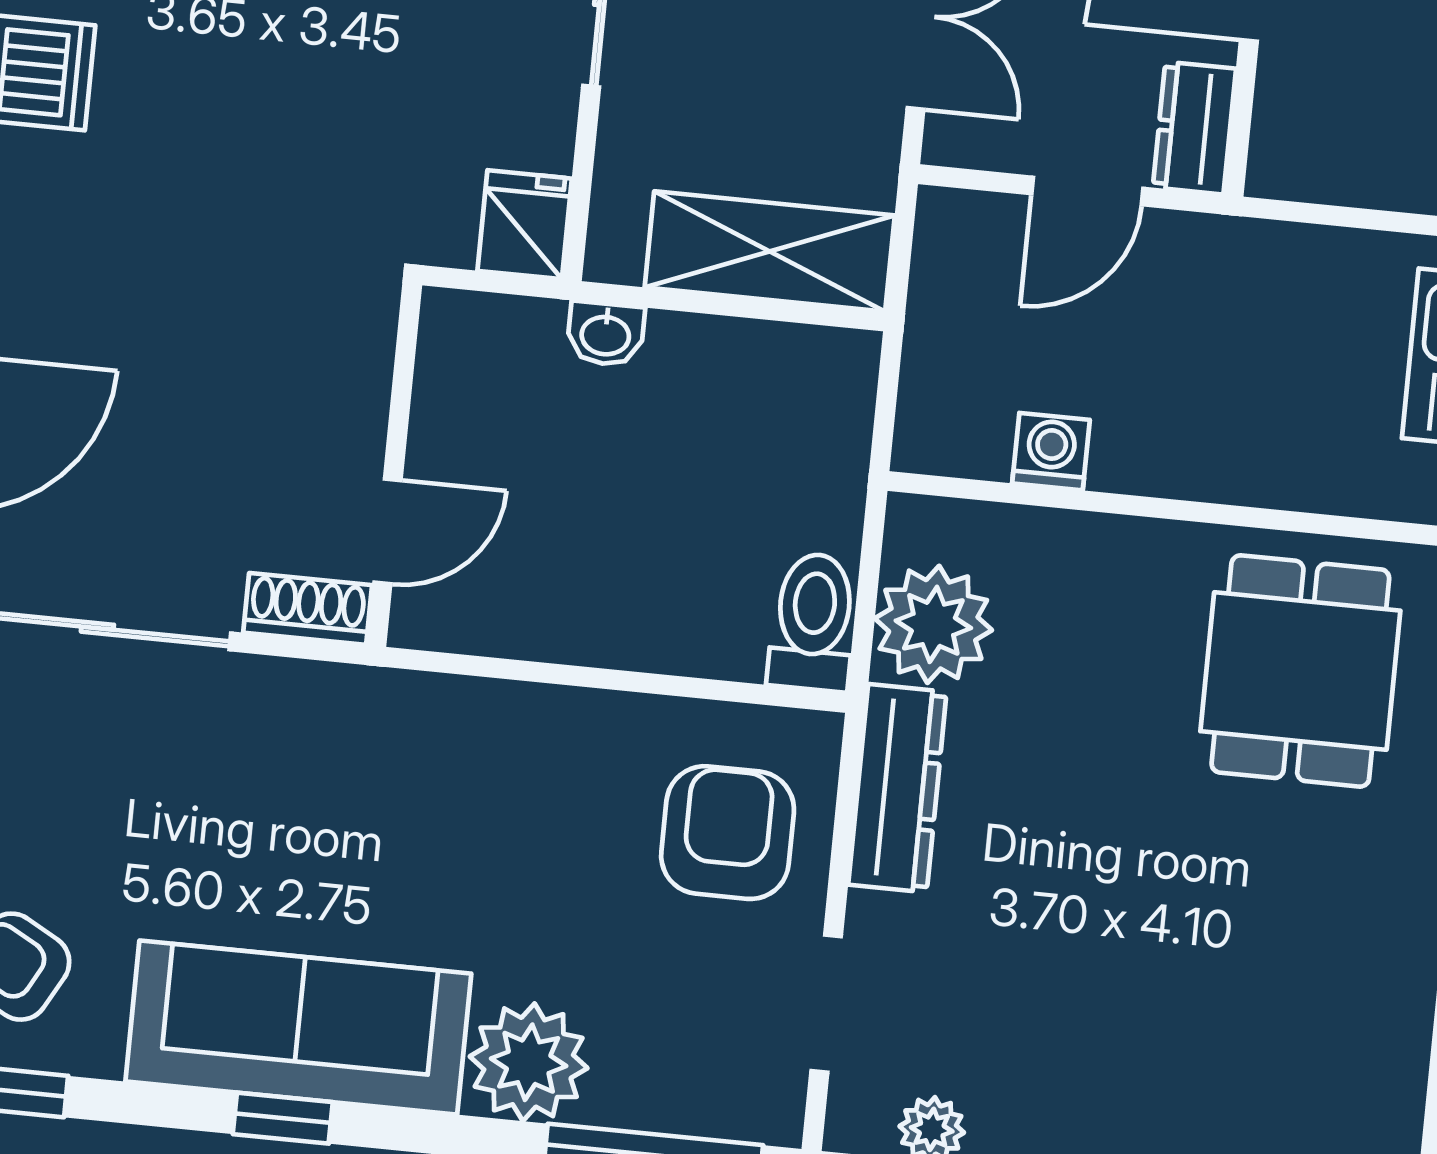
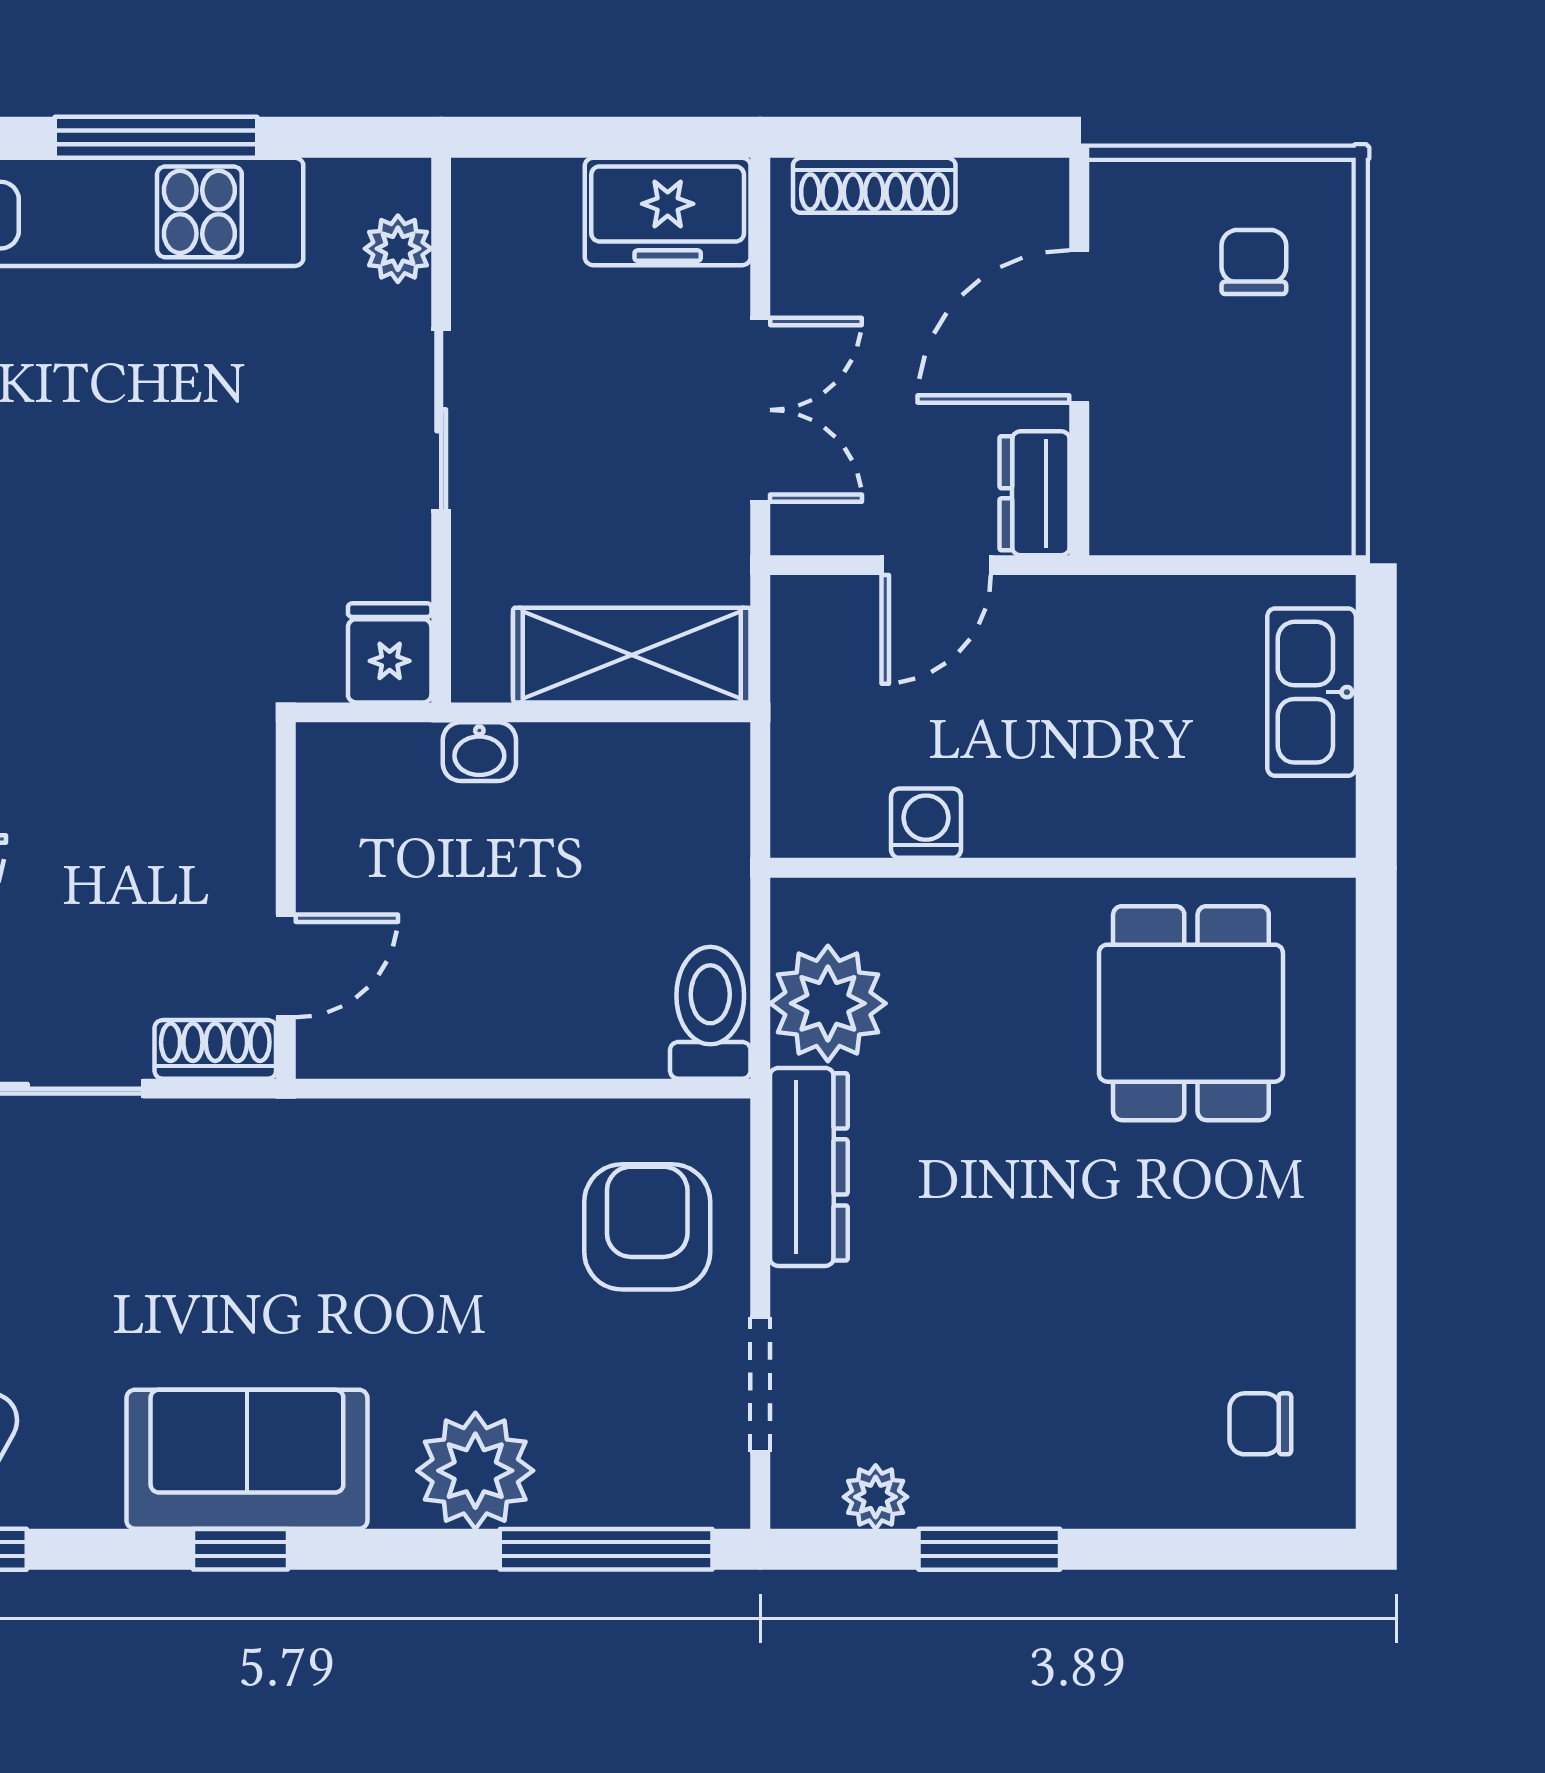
sofa: (298, 1028) -> (247, 1459), width x0.73
chair: (1329, 1094) -> (1260, 1424), added

